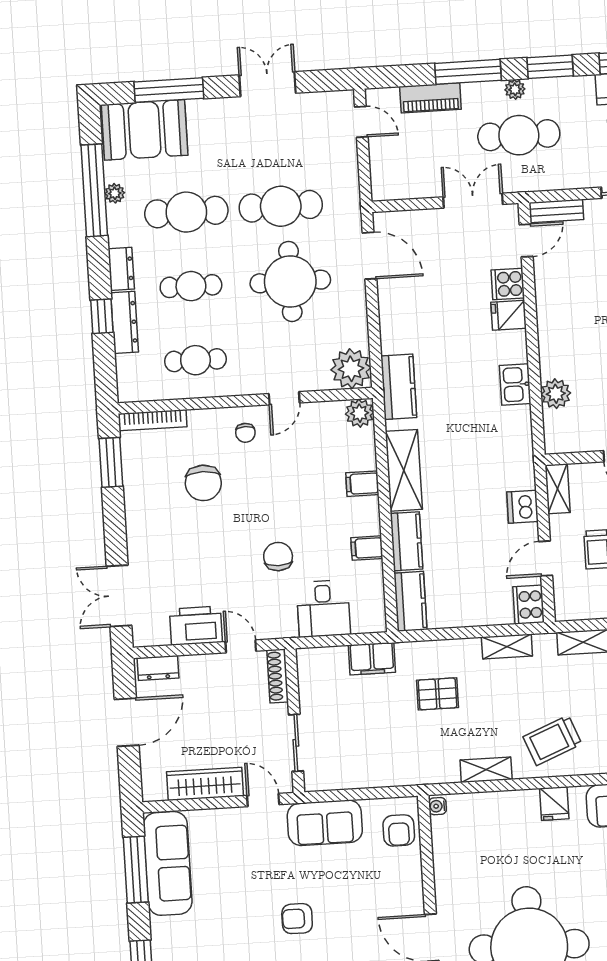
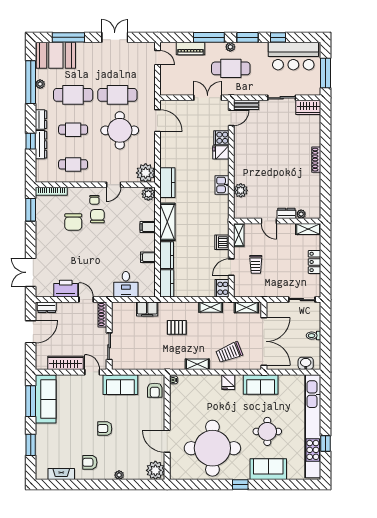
chair: (278, 557) -> (97, 216), moved

